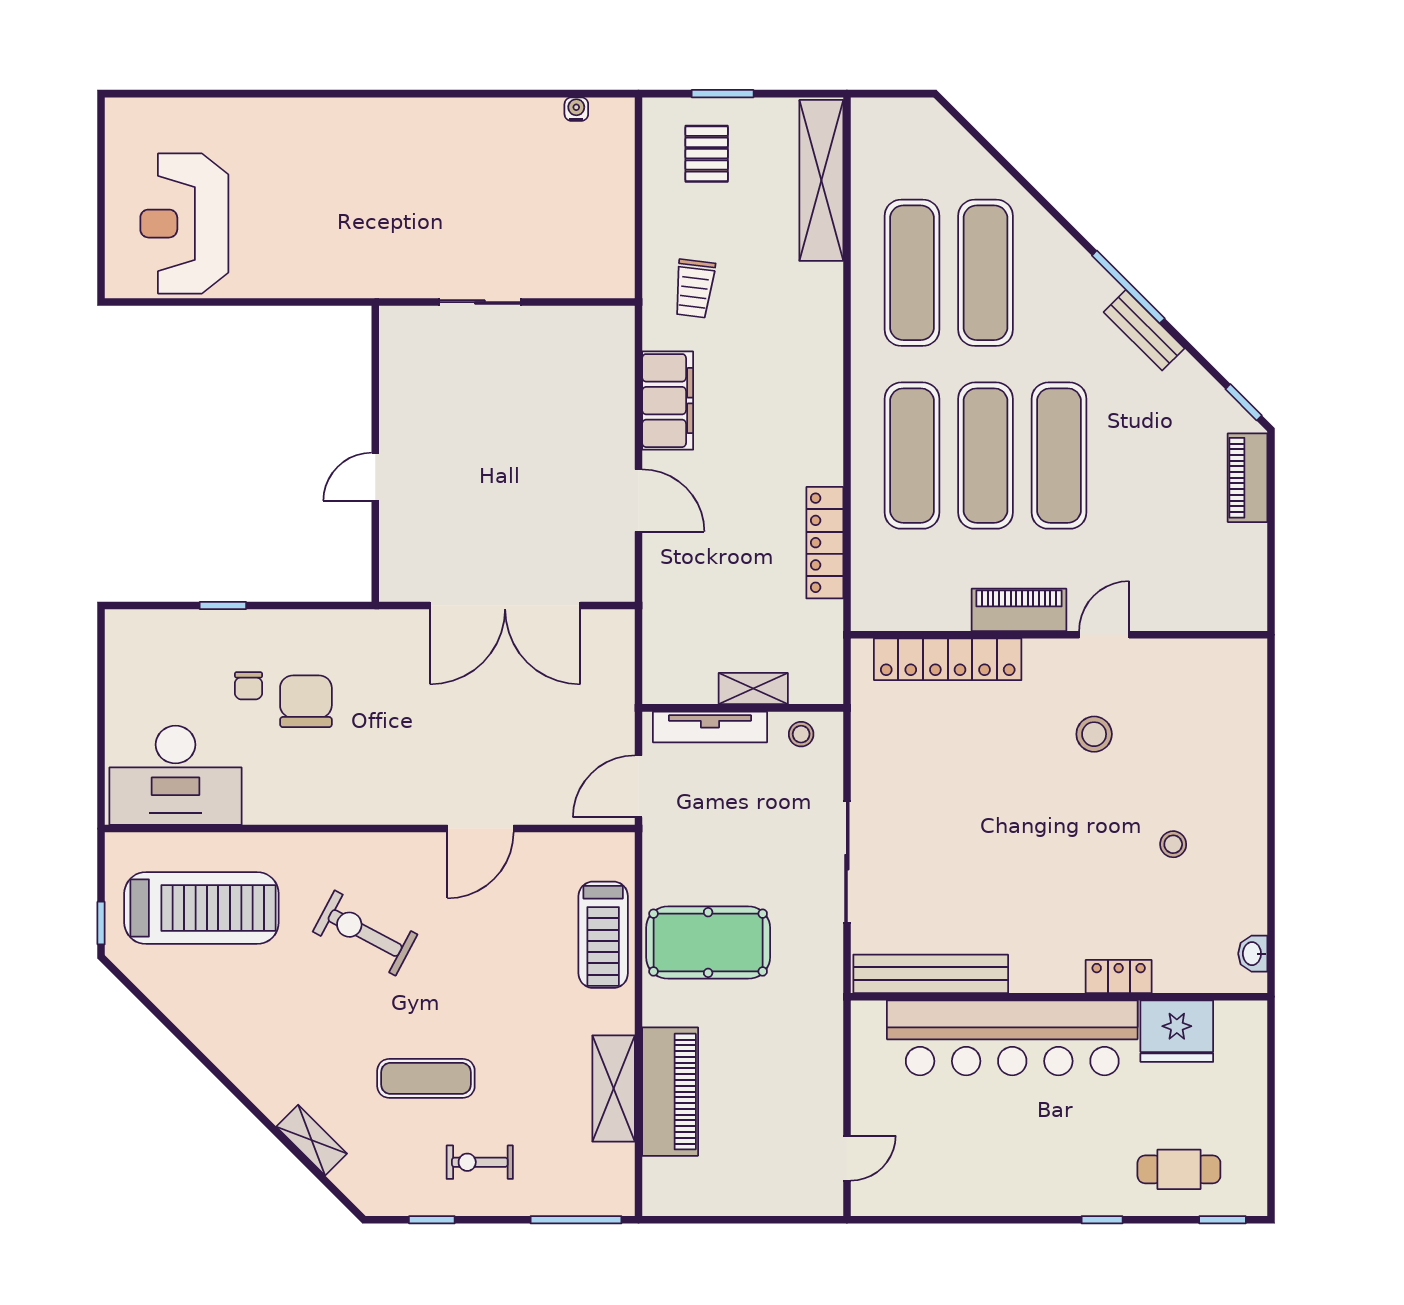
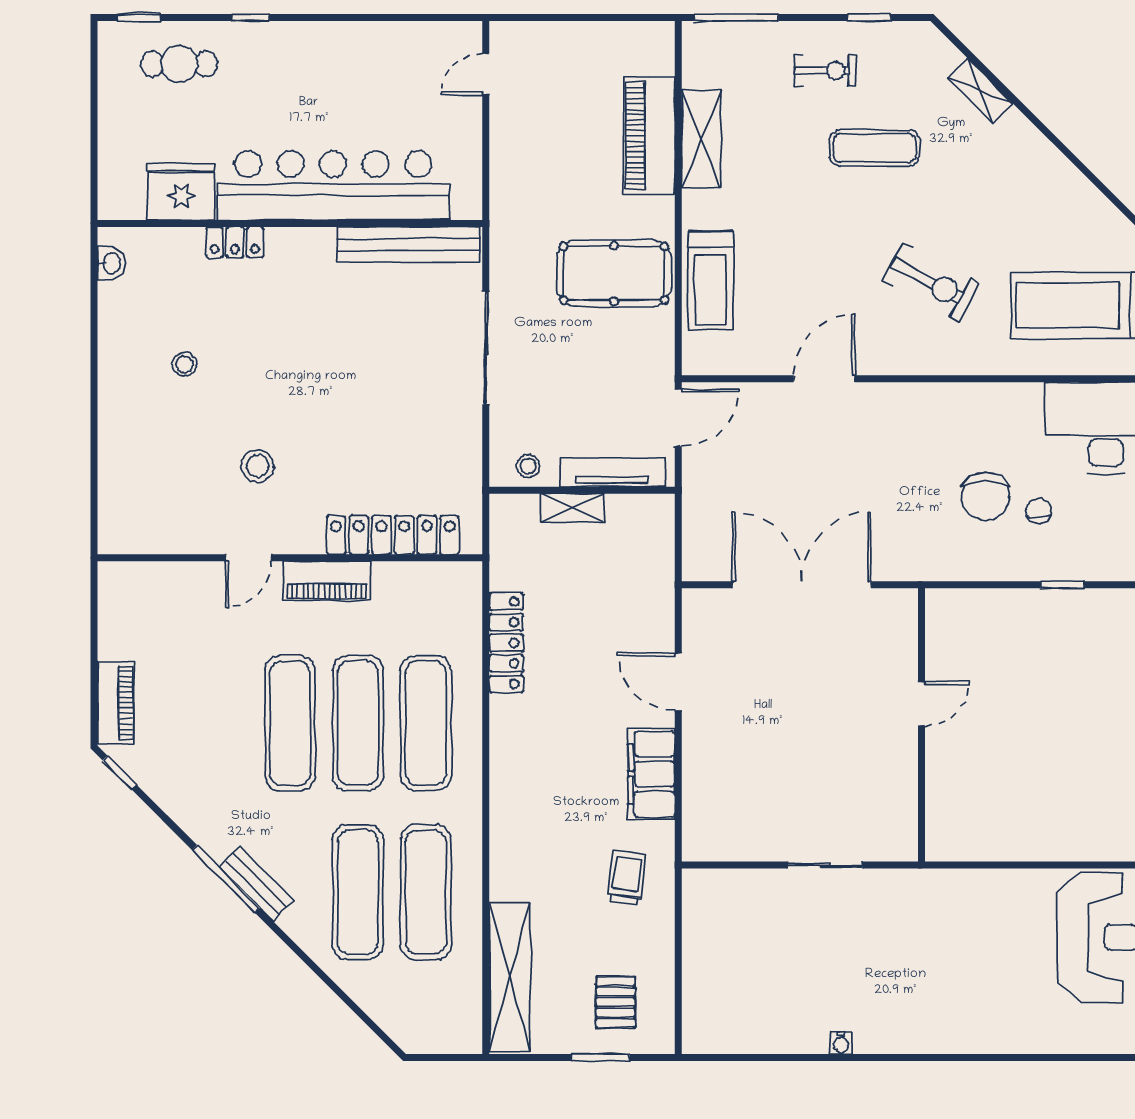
water cooler: (576, 109) -> (841, 1043), moved
bench: (1144, 330) -> (256, 884), moved
treadmill: (603, 935) -> (711, 281), turned 180

